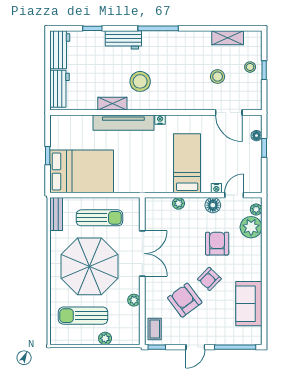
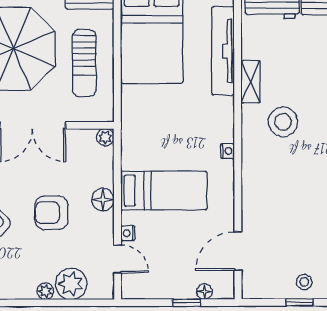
stool: (218, 77) -> (290, 235), removed
tv unit: (123, 123) -> (223, 51), moved
plant: (178, 203) -> (105, 137), moved
floor lamp: (213, 205) -> (103, 200), moved
plant: (256, 209) -> (45, 291), moved
armchair: (217, 244) -> (51, 213), moved, turned 180

